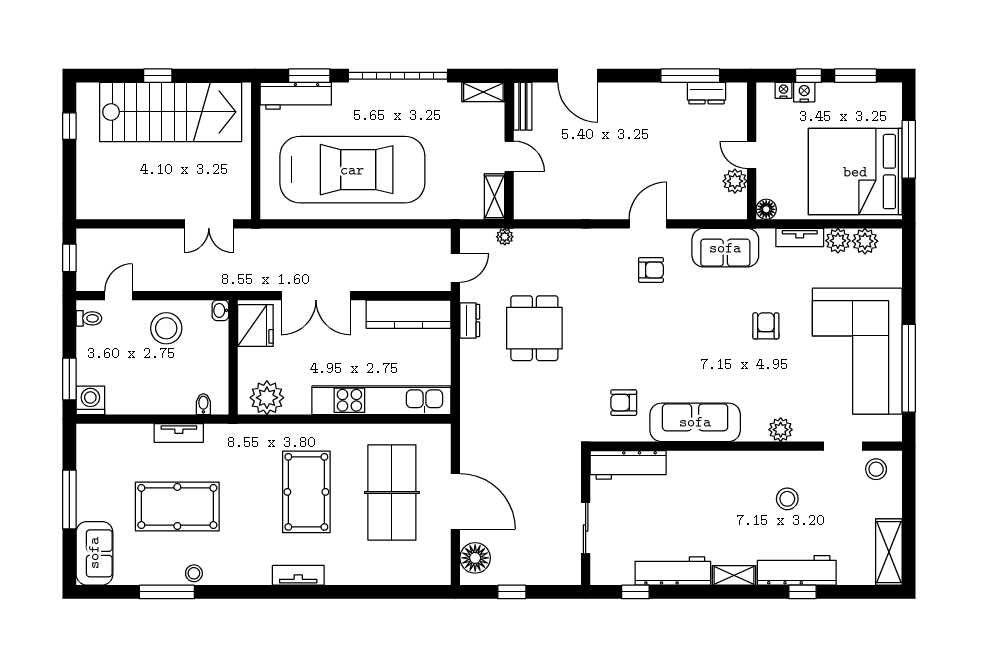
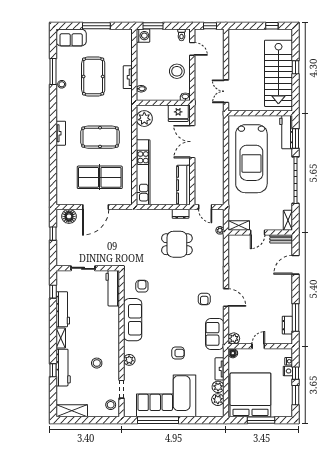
plant: (735, 181) -> (234, 338), moved

